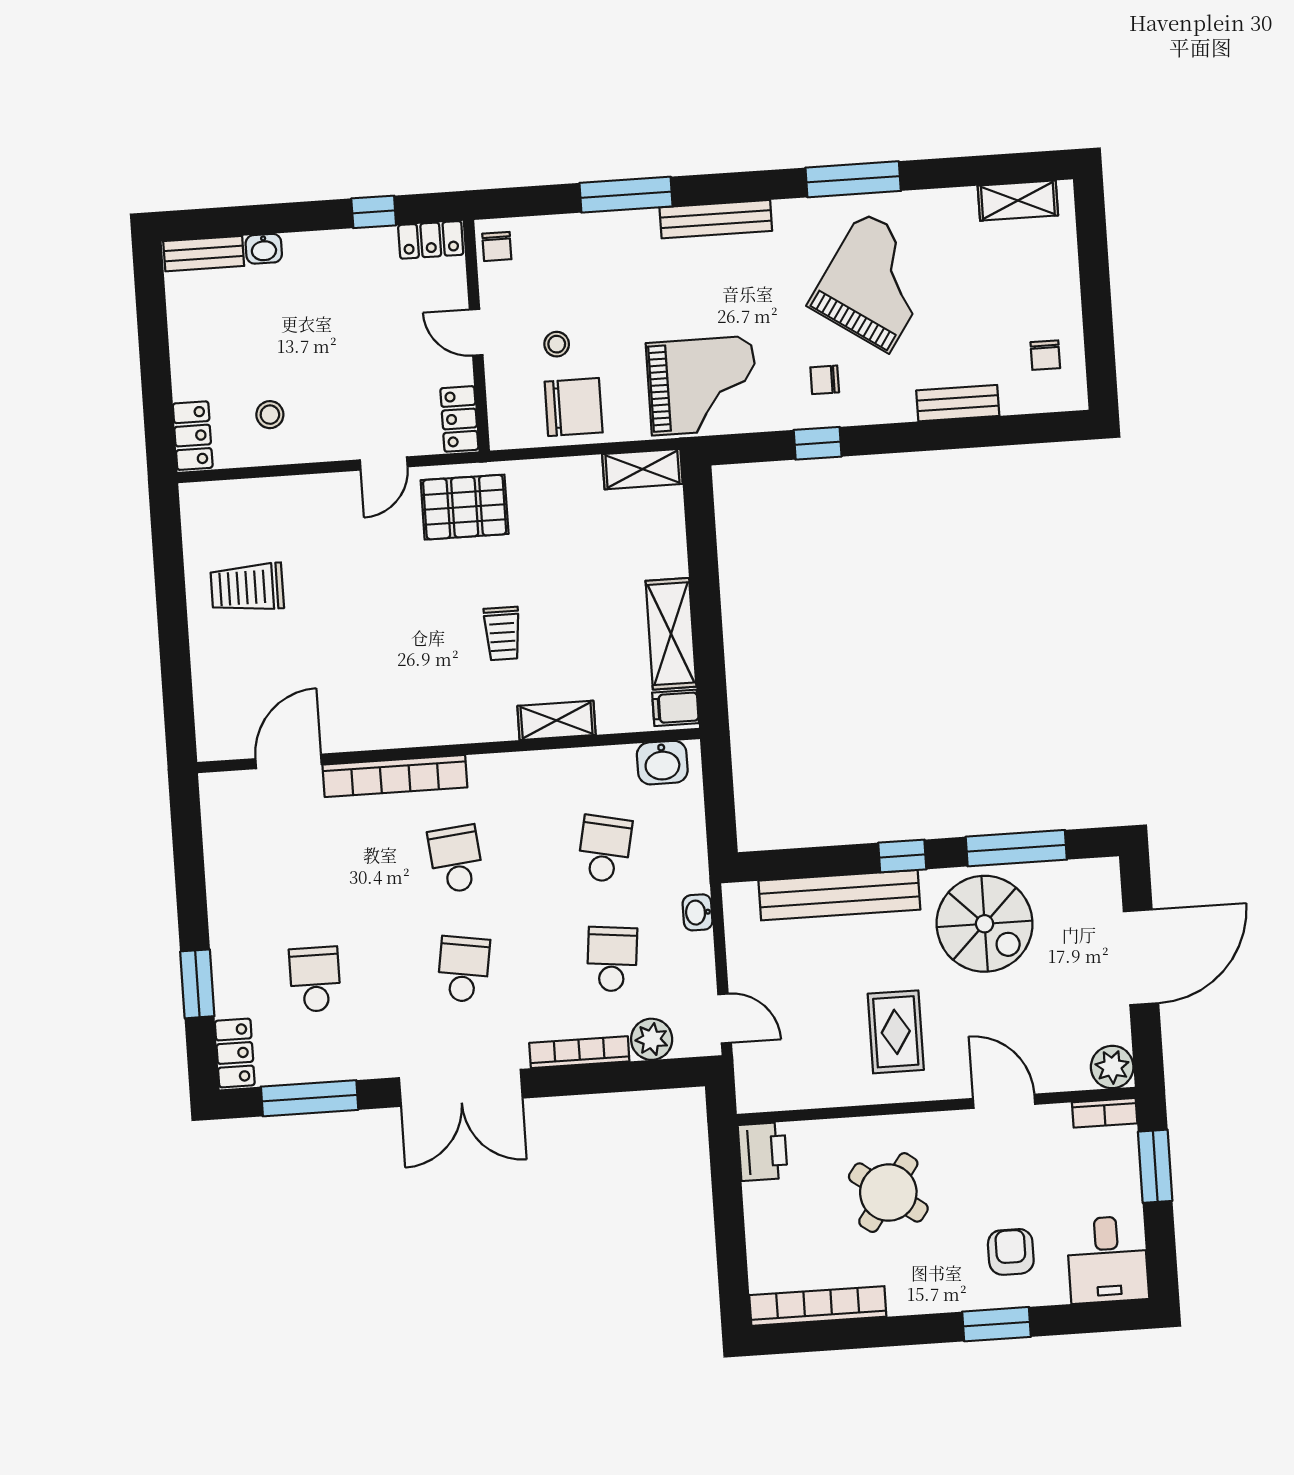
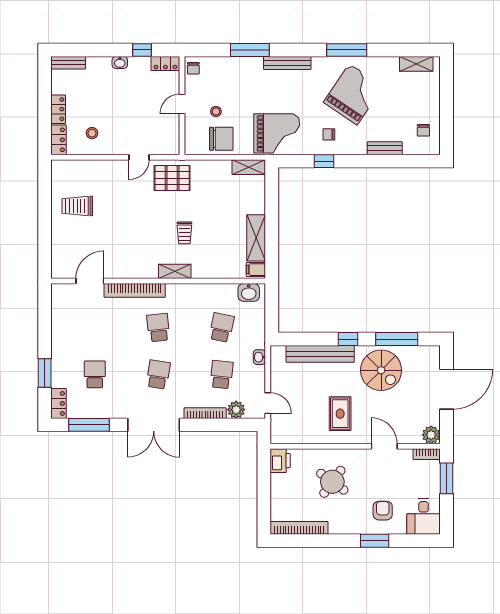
washbasin: (264, 249) -> (120, 62), moved
door: (476, 332) -> (182, 104), hinge flipped
locker: (459, 419) -> (58, 109), moved, turned 180
shelving: (557, 720) -> (175, 271), moved

